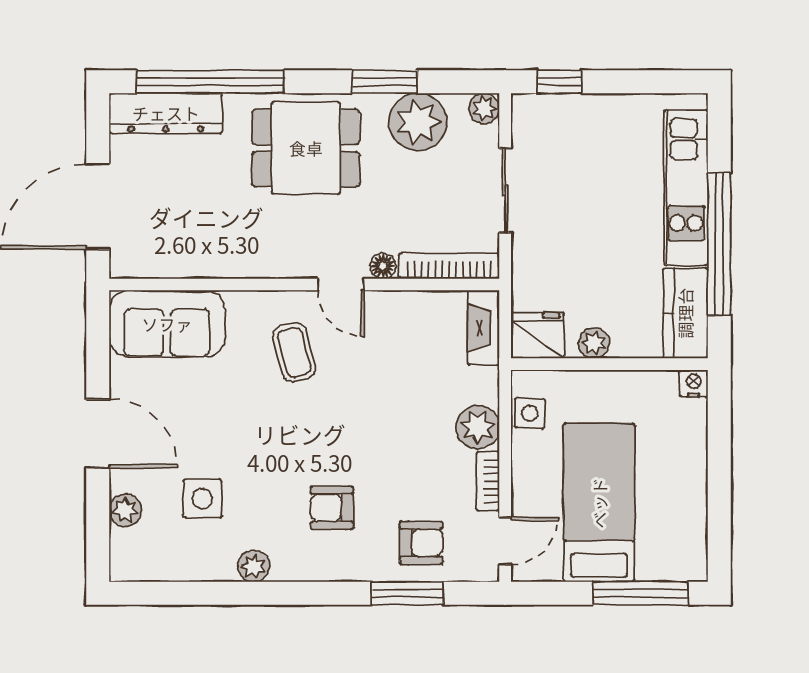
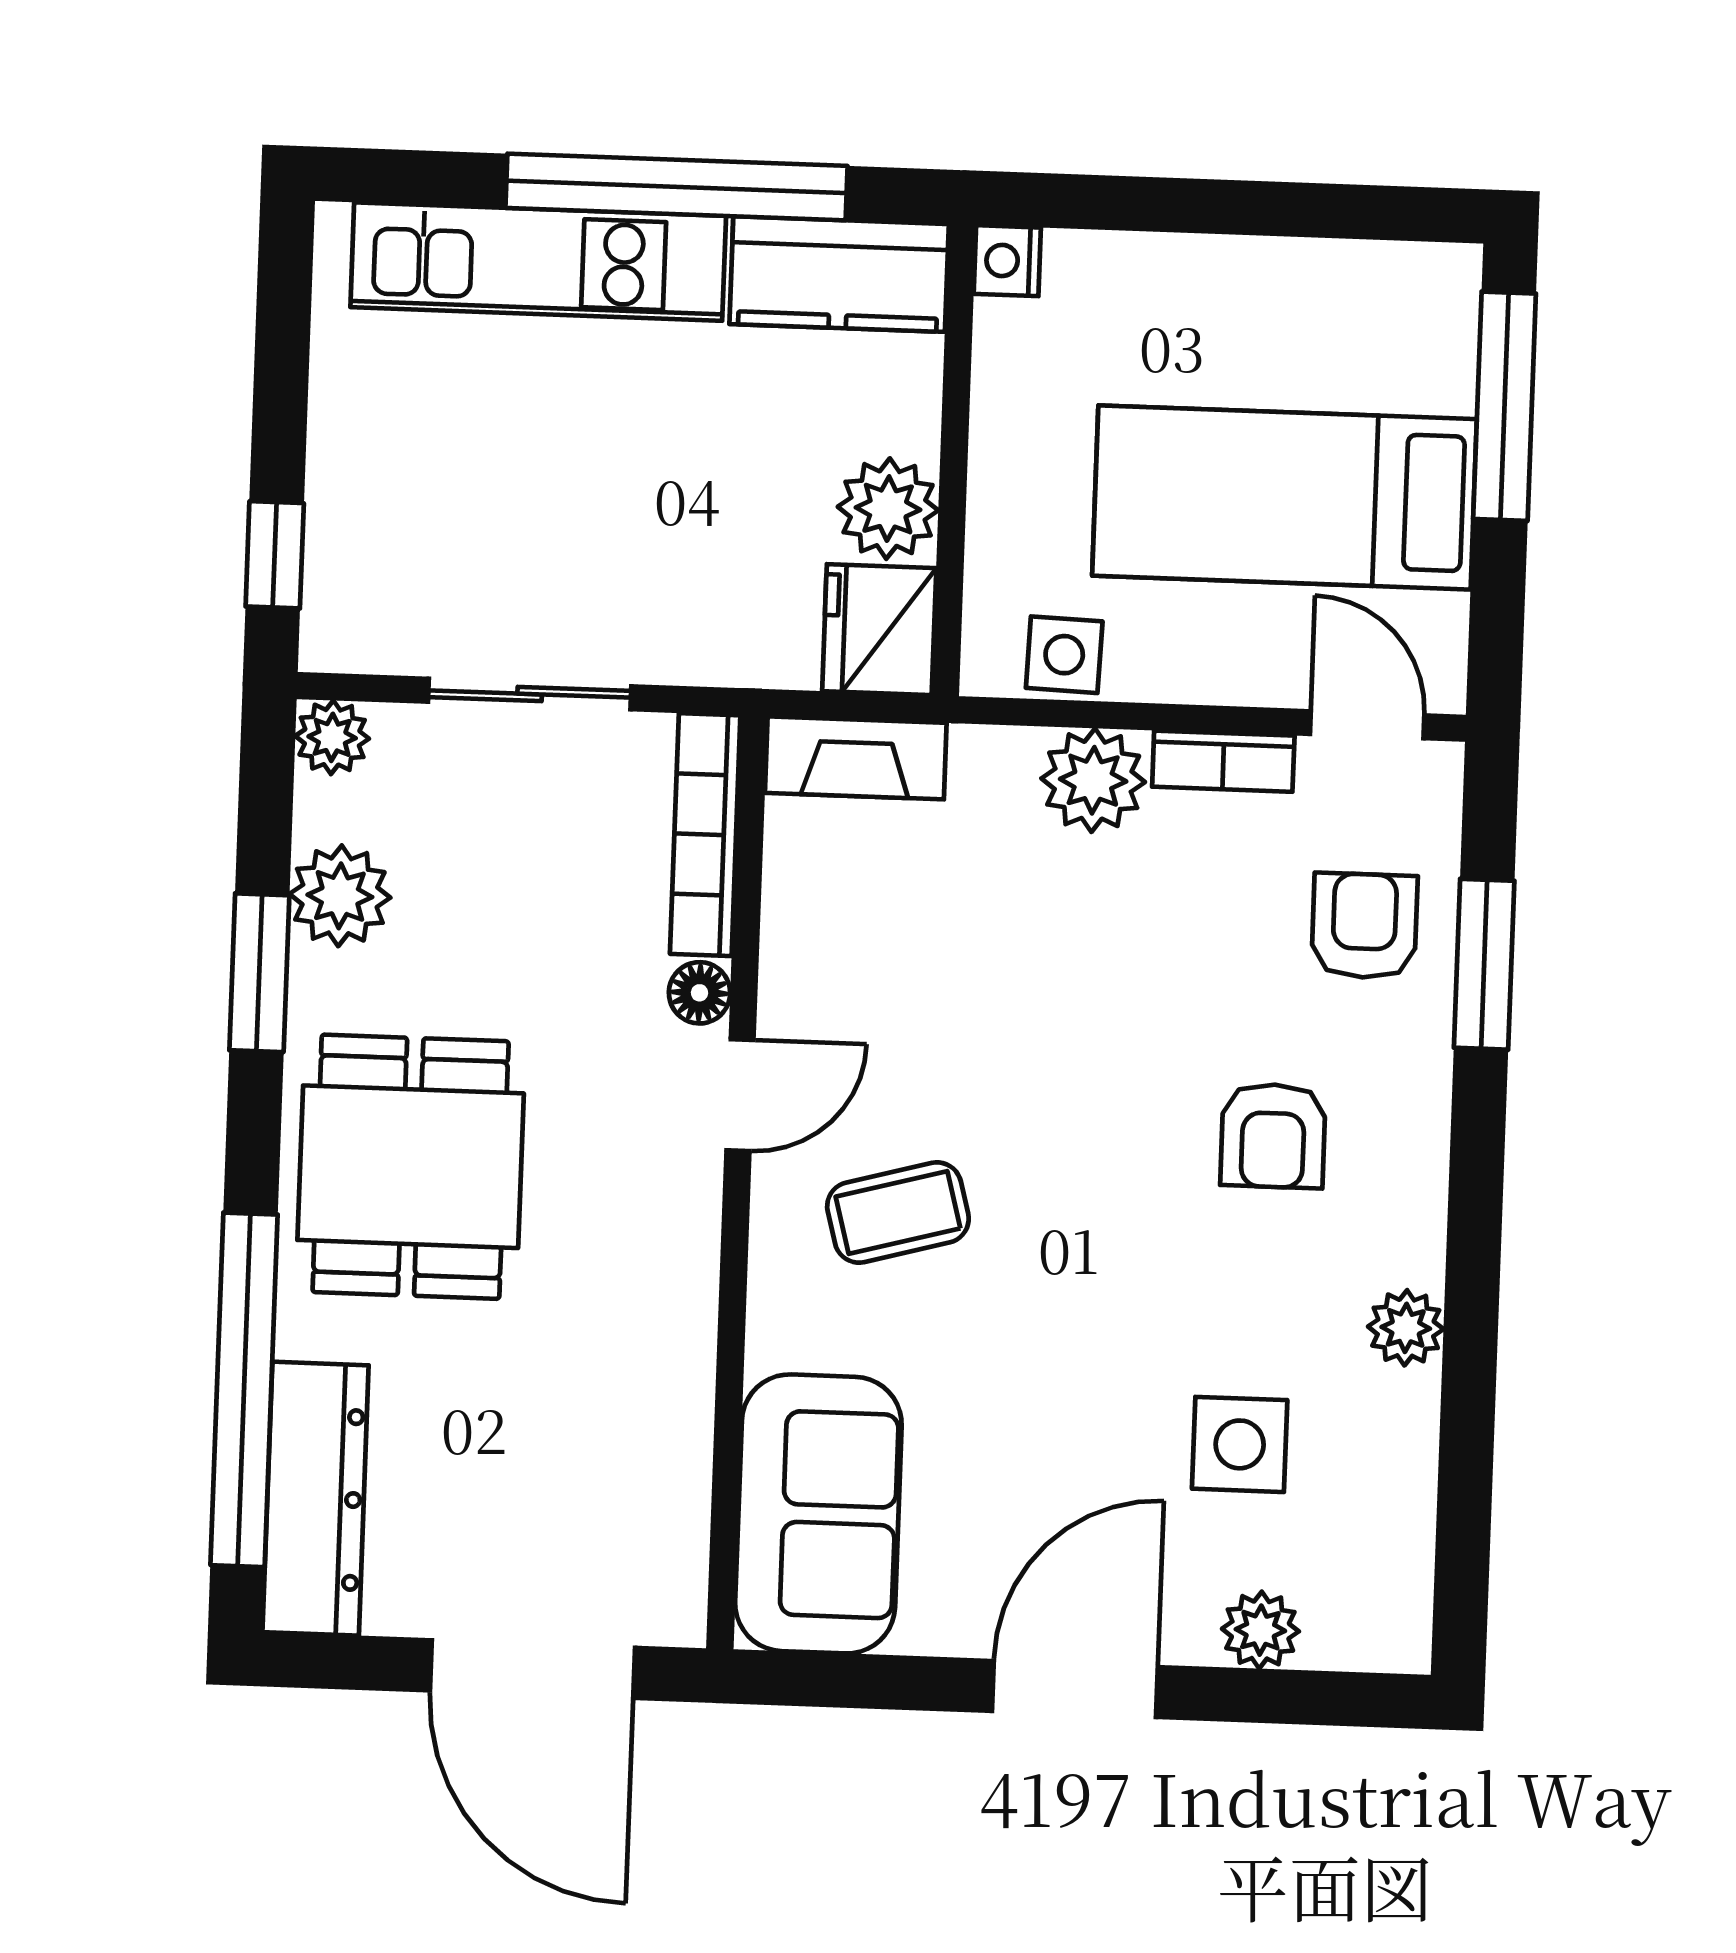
plant: (418, 122) -> (340, 896), width x0.73, depth x0.73
plant: (594, 343) -> (888, 509), width x1.38, depth x1.38

